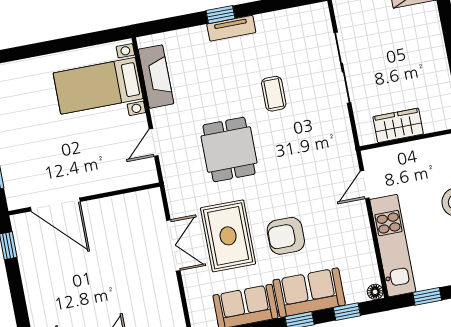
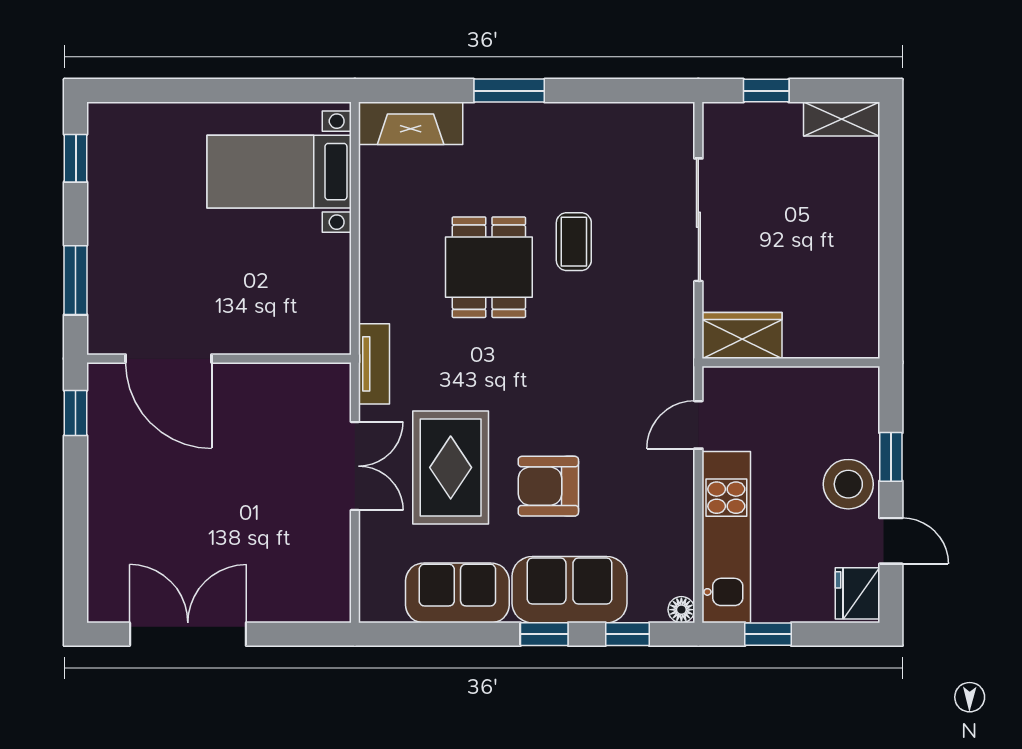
window: (220, 15) -> (509, 91), width x1.50
tv unit: (231, 28) -> (374, 364), moved, turned -90
fireplace: (156, 77) -> (411, 123), moved, turned 90
wardrobe: (398, 125) -> (742, 335), moved
door: (154, 142) -> (355, 285), removed
dining table: (229, 149) -> (489, 267), moved

